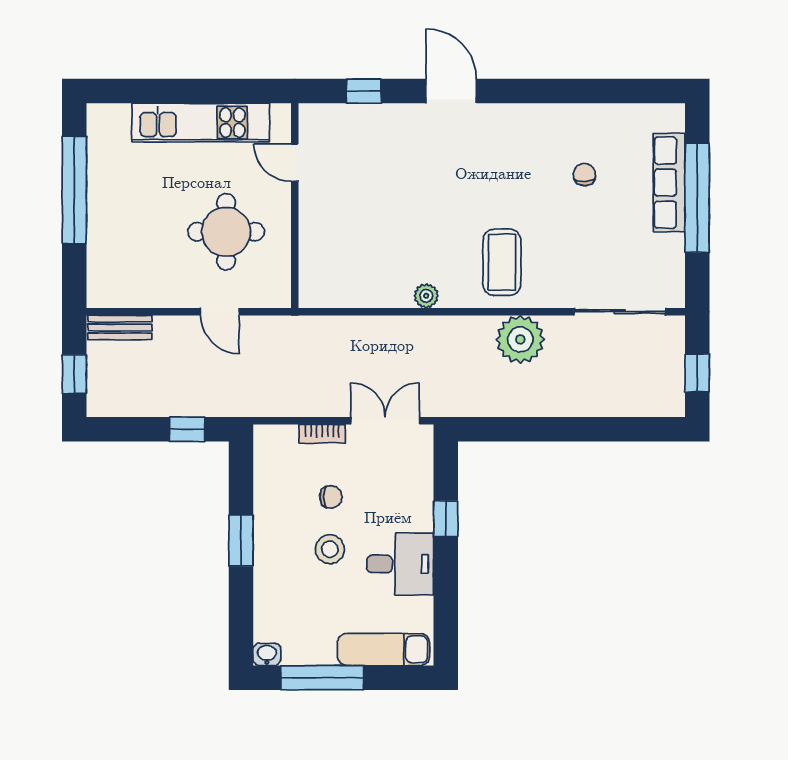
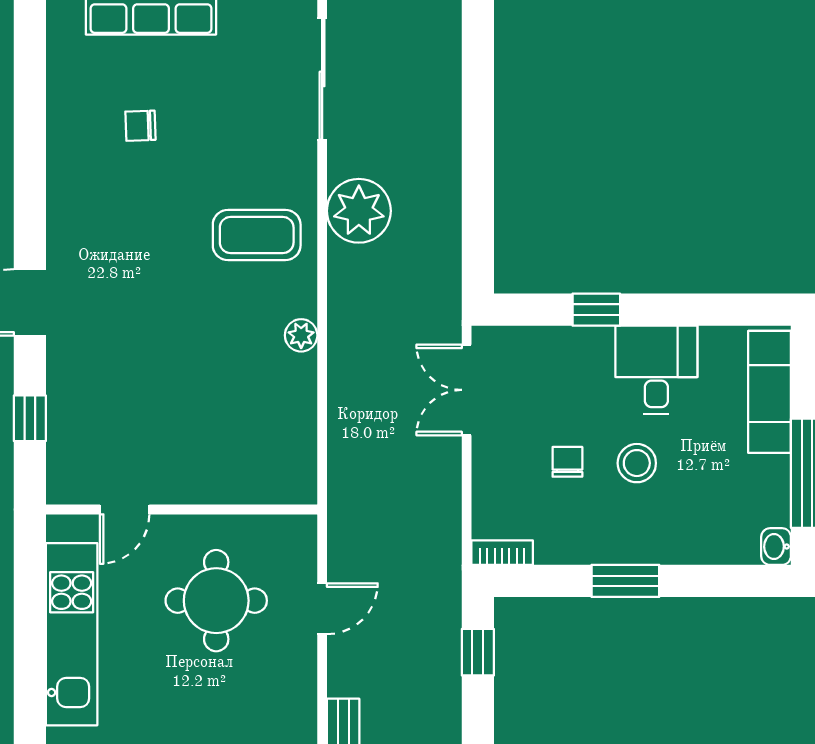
bookcase: (322, 434) -> (502, 553), moved, turned -90

